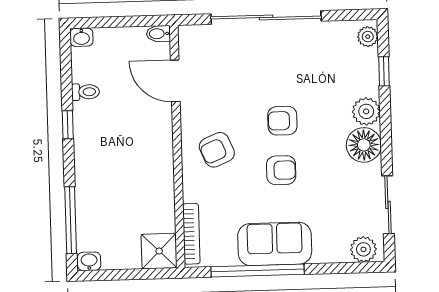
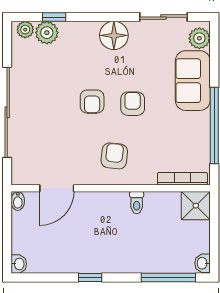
toilet: (85, 92) -> (137, 203), moved, turned 180
plant: (366, 111) -> (47, 33), moved
armchair: (217, 150) -> (114, 156), turned -151
sofa: (275, 244) -> (193, 81), moved

